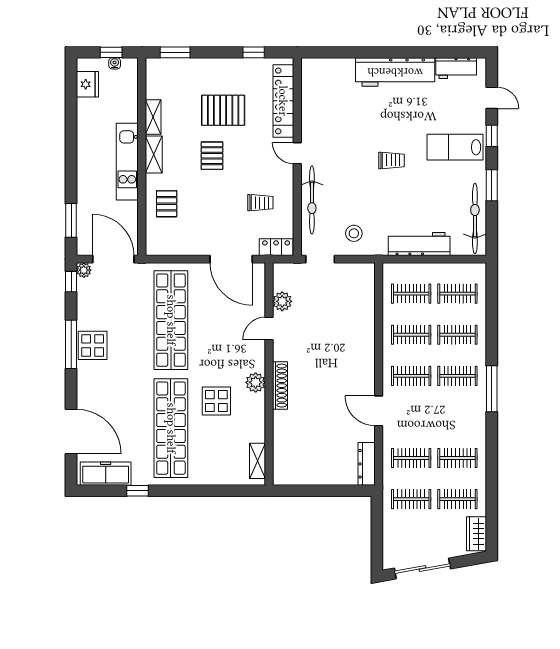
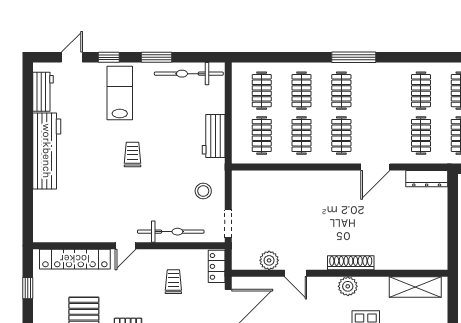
lab bench: (455, 147) -> (120, 93), turned 180
workbench: (419, 244) -> (214, 136), width x0.73
shelving: (257, 461) -> (415, 287), width x1.50, depth x1.33

